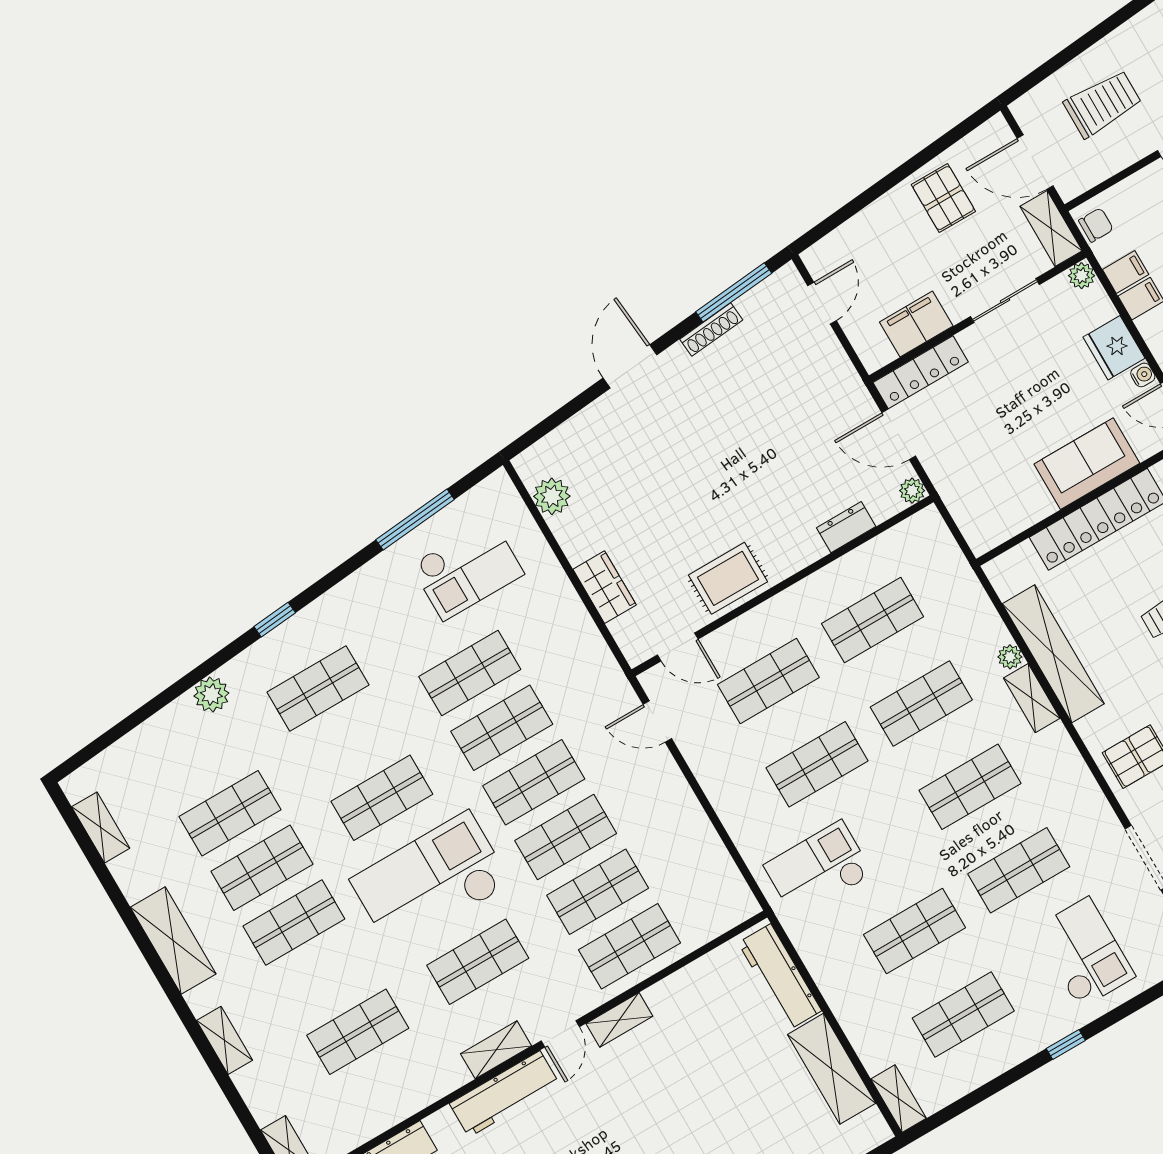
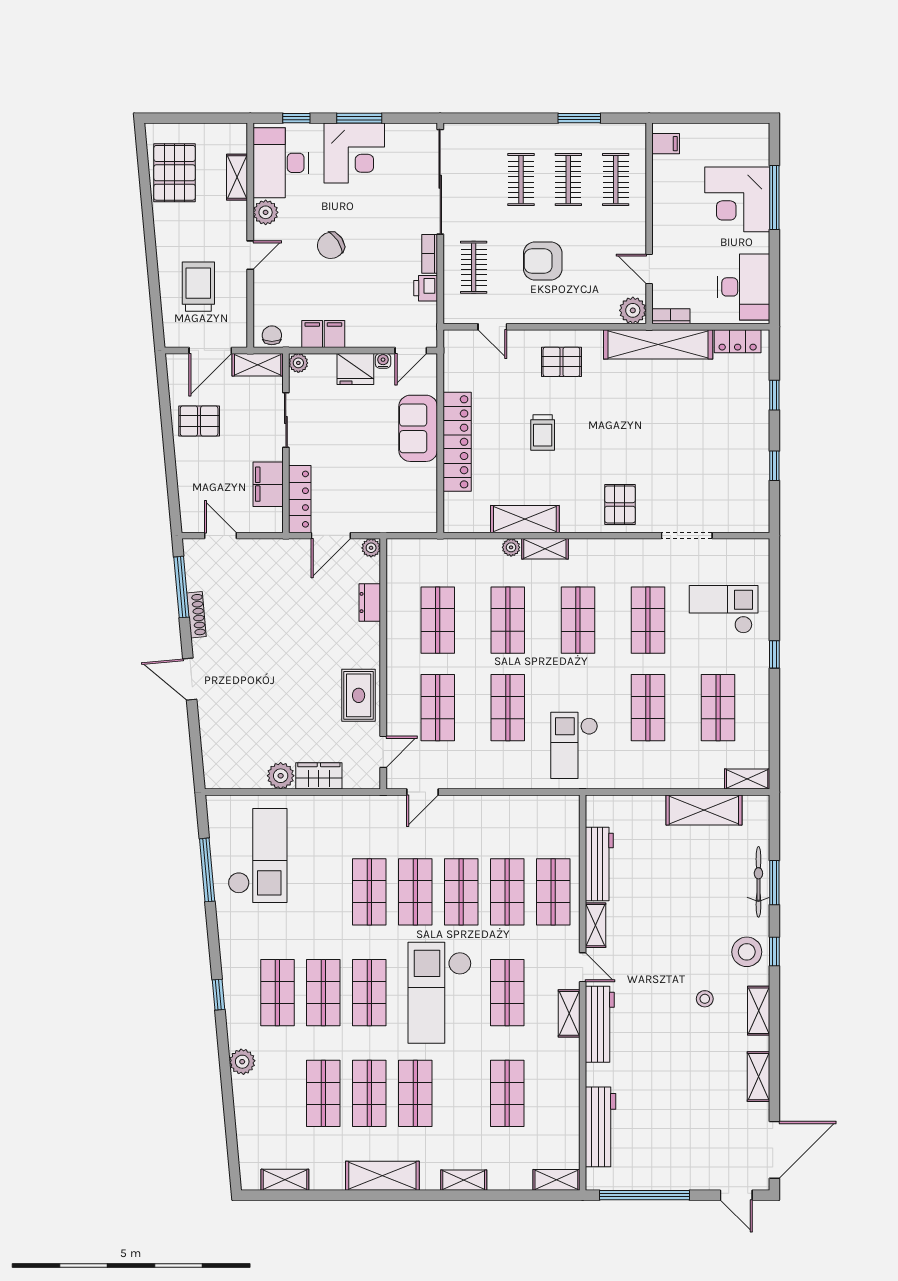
plant: (552, 496) -> (281, 776), moved
checkout: (467, 569) -> (258, 856), width x1.36, depth x1.21
shelving: (1053, 654) -> (525, 519), width x0.68
shop shelf: (470, 673) -> (323, 993), moved
workbench: (780, 977) -> (599, 864), moved, turned -90

